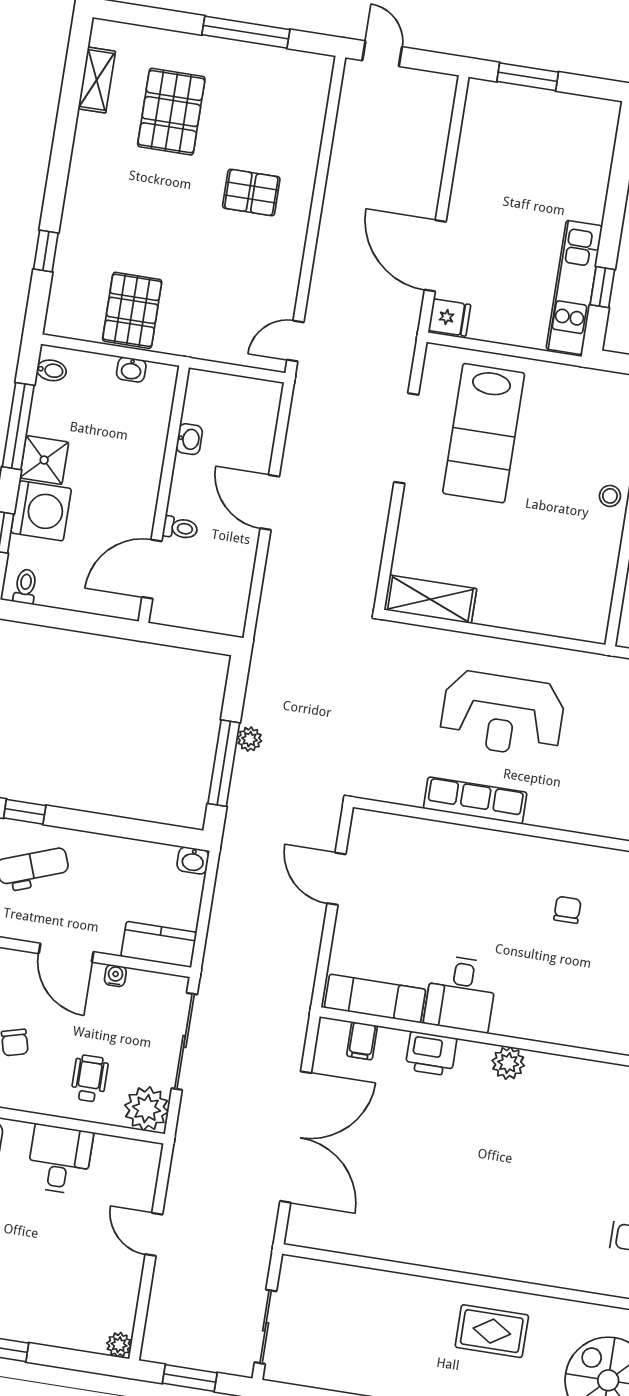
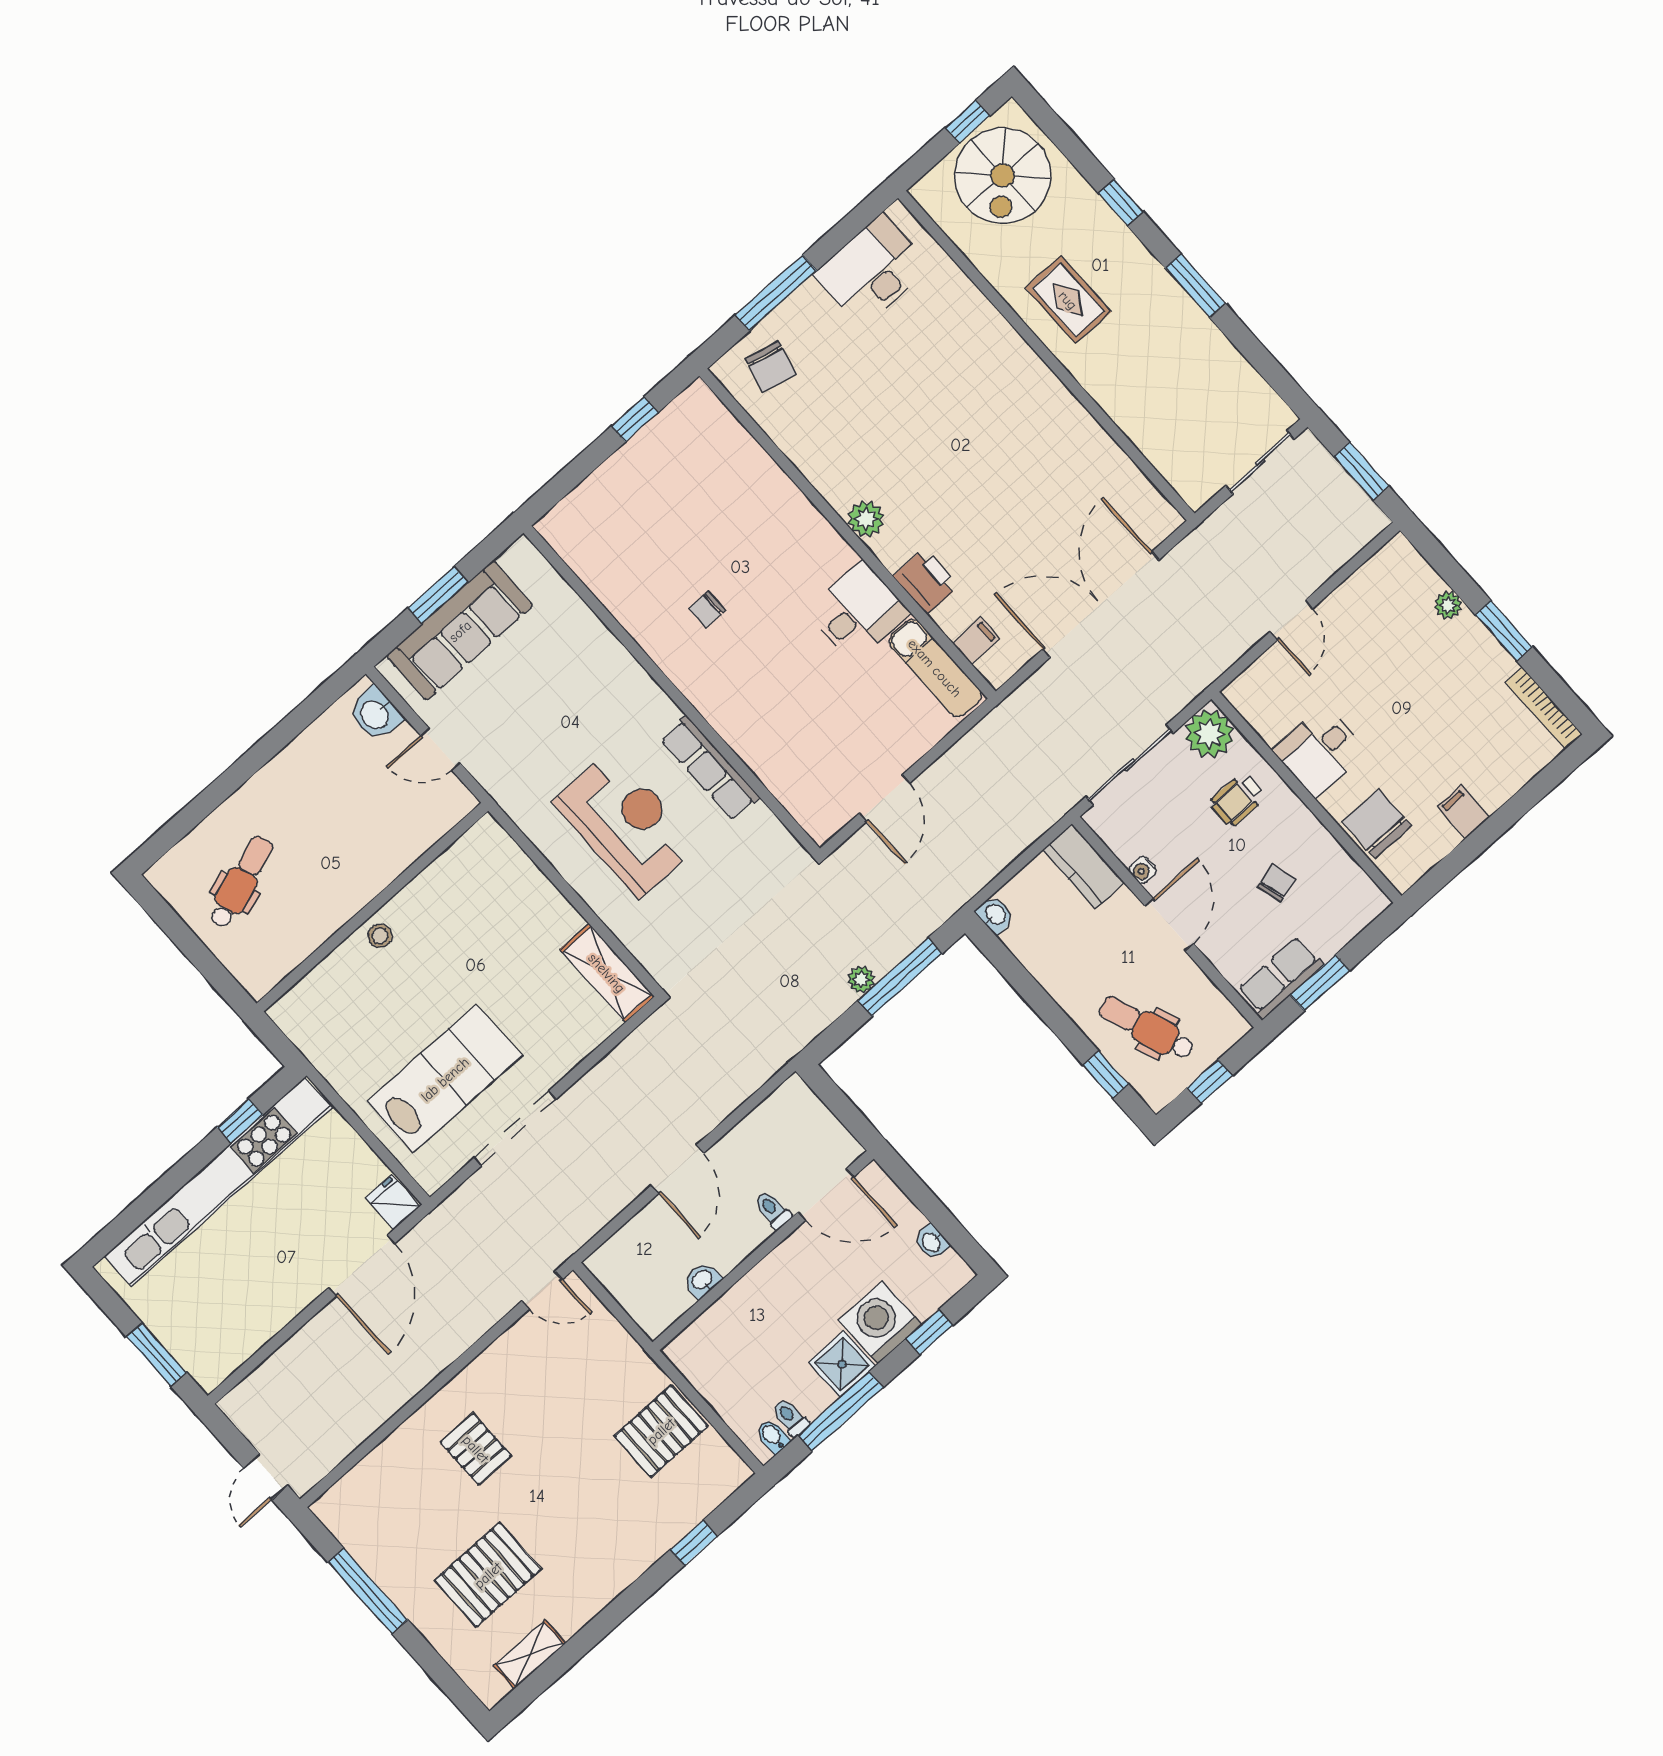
kitchen unit: (574, 287) -> (218, 1182), width x1.86
washbasin: (131, 370) -> (932, 1242), moved, turned 180
toilet: (25, 586) -> (790, 1417), moved, turned 90
plant: (119, 1345) -> (1448, 605), moved

